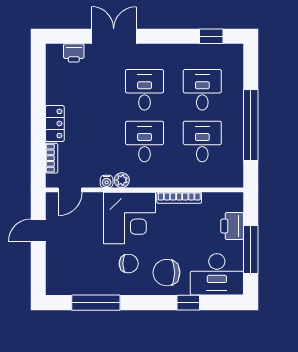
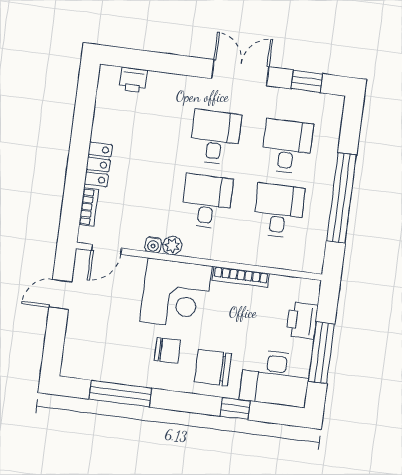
double door: (114, 36) -> (240, 73), moved

